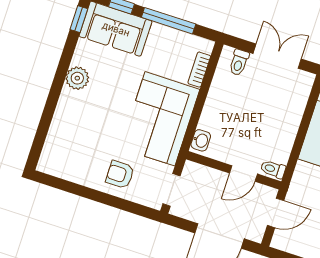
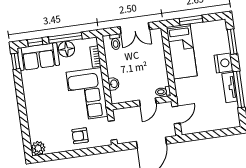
floor lamp: (162, 38) -> (66, 49), added
double door: (277, 56) -> (135, 28), swing flipped
plant: (77, 78) -> (38, 148), moved
washbasin: (201, 140) -> (114, 84), moved

